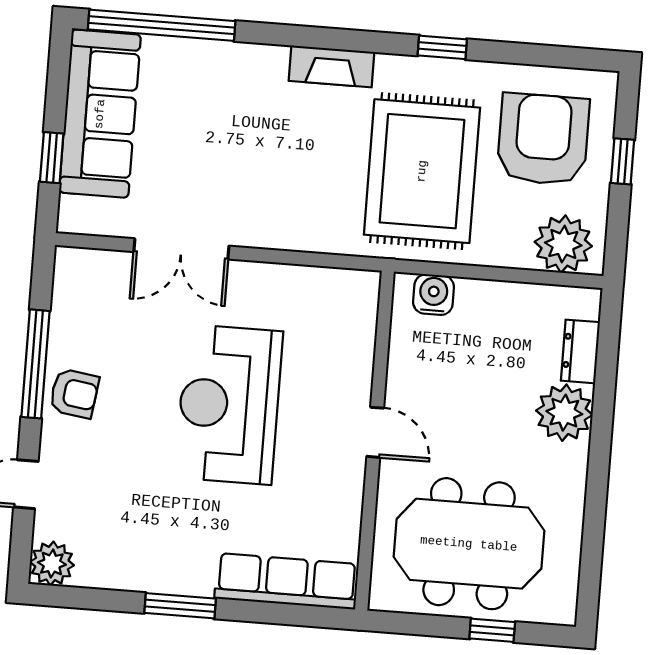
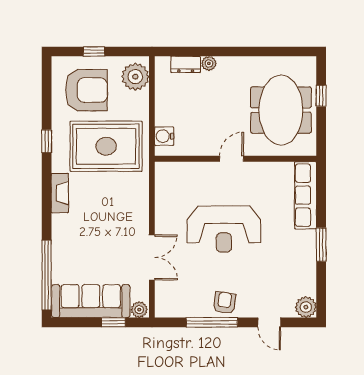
armchair: (543, 139) -> (86, 90), turned 180
plant: (74, 214) -> (139, 310), added
plant: (564, 413) -> (209, 63), width x0.53, depth x0.53

